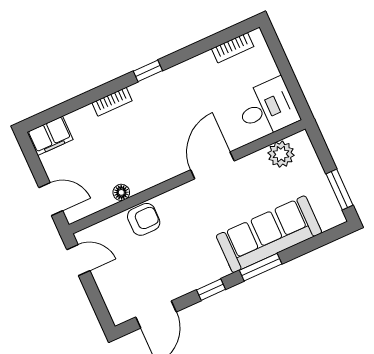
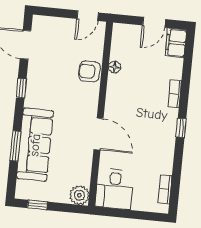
plant: (281, 154) -> (79, 195), moved
window: (340, 190) -> (37, 205), width x0.67
door: (51, 199) -> (154, 22), moved
armchair: (144, 219) -> (90, 71), turned 90
window: (261, 267) -> (15, 146), moved

